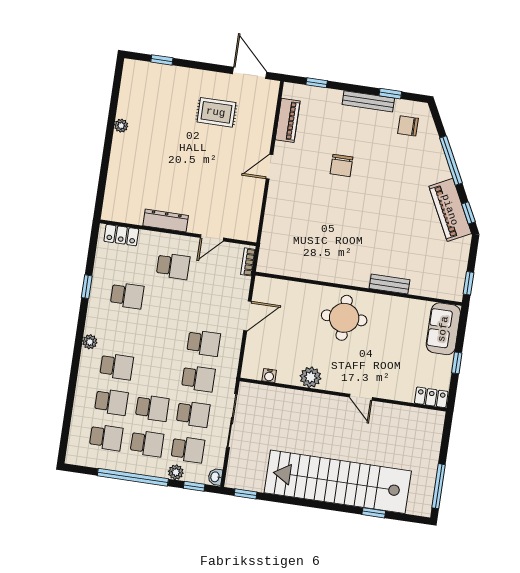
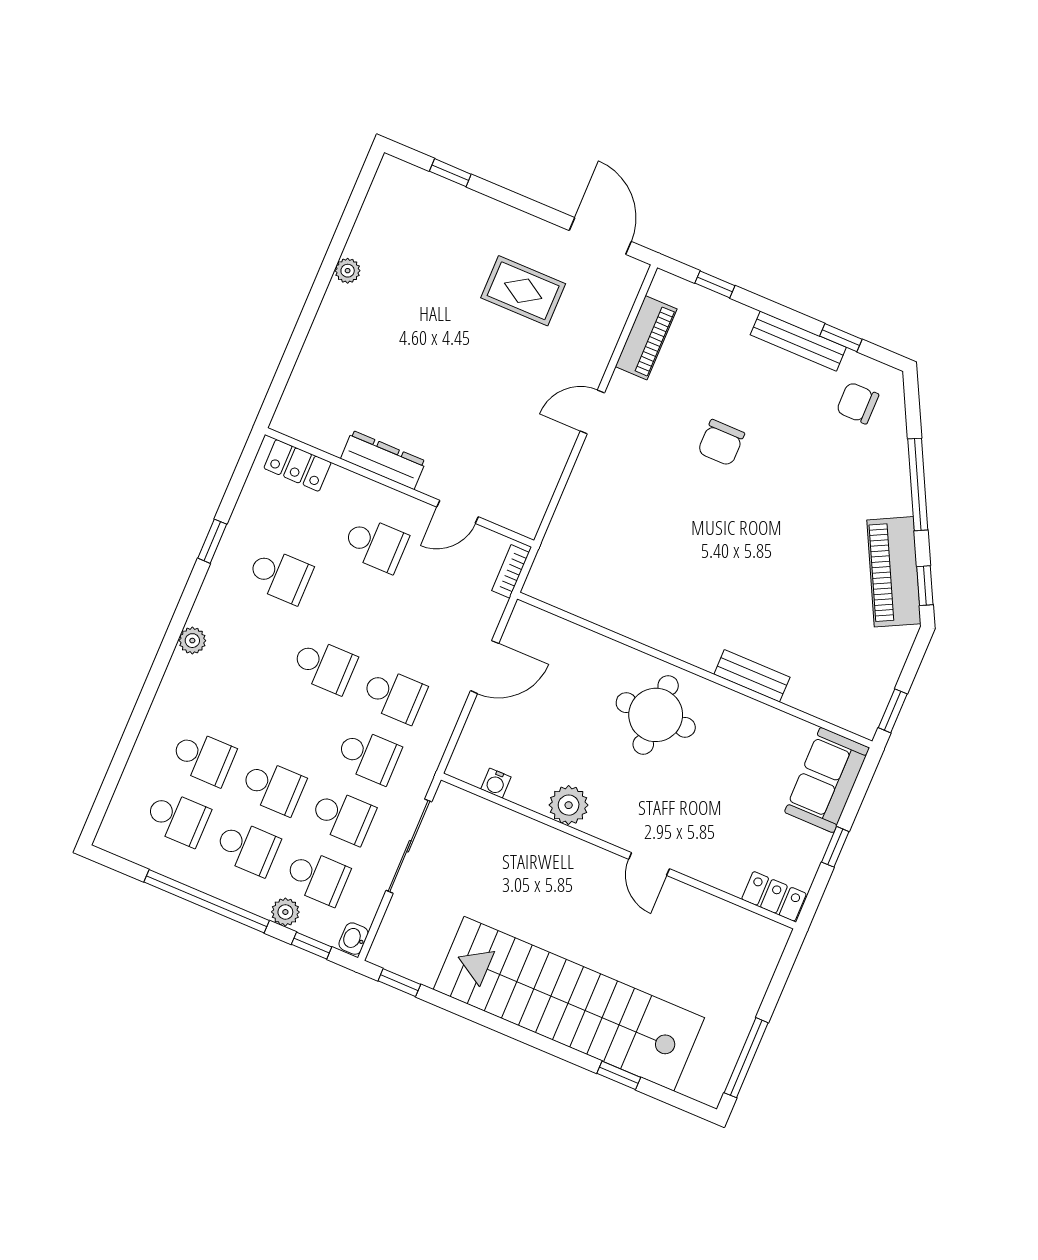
school desk: (117, 366) -> (324, 666), moved

